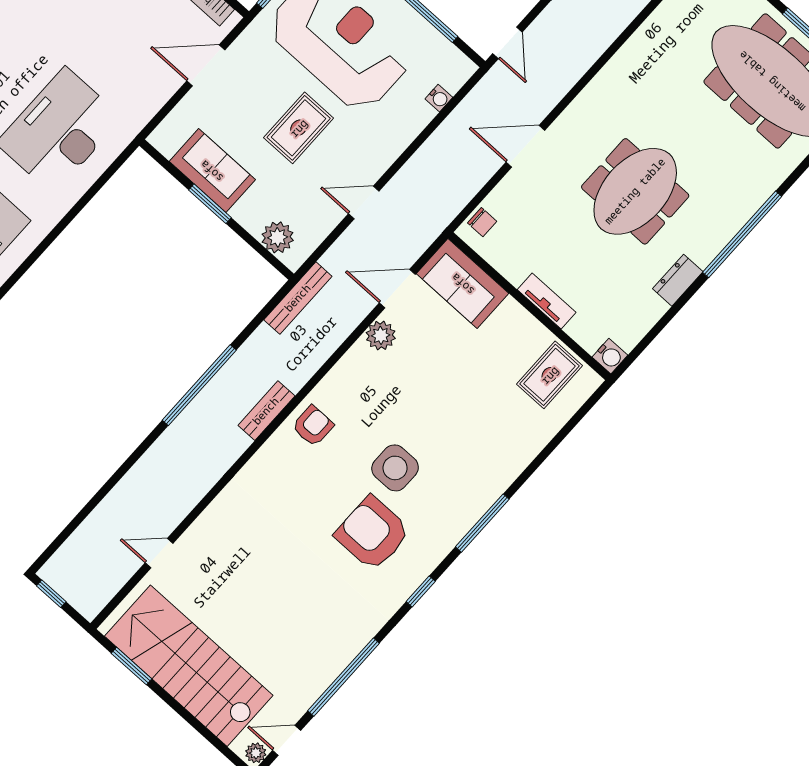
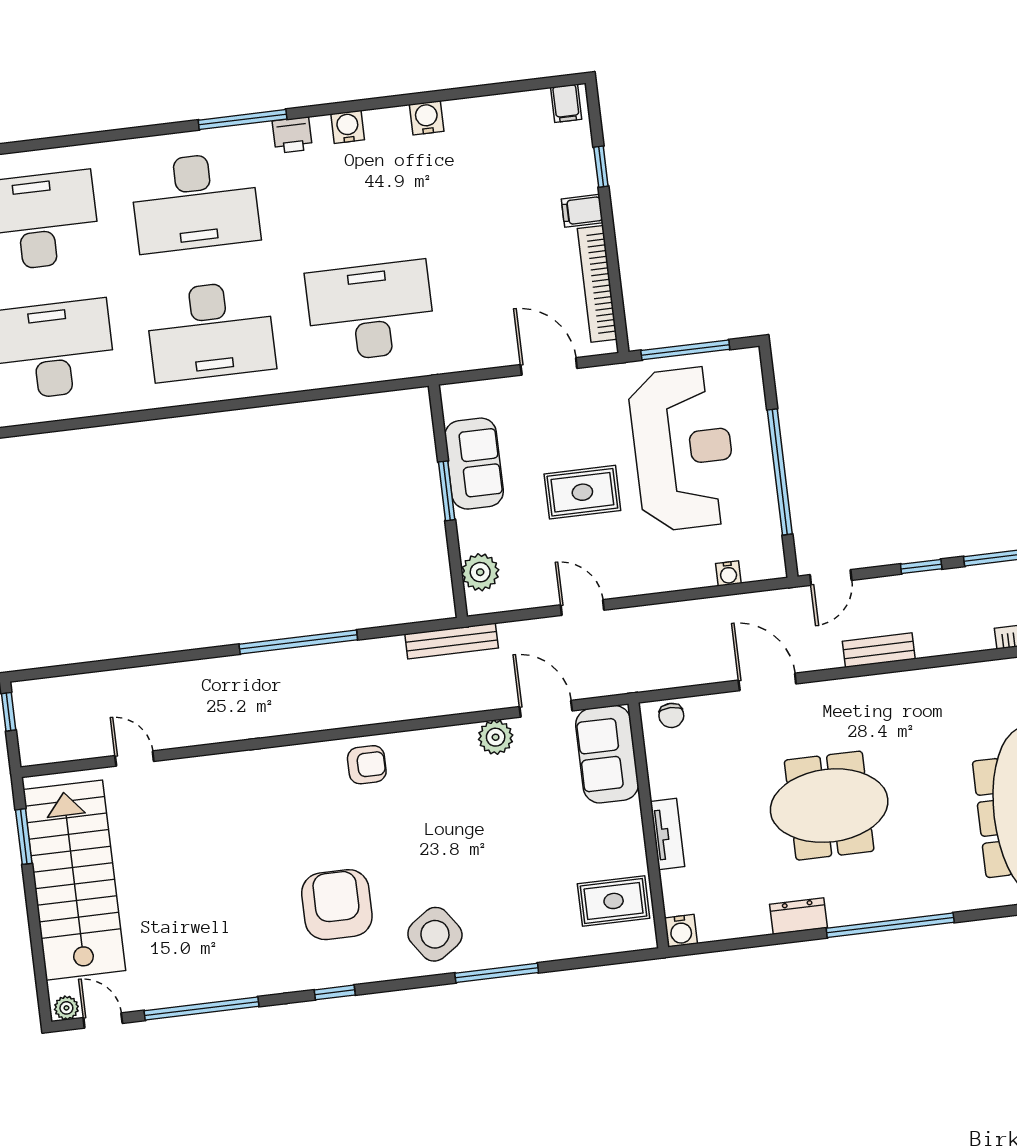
bench: (266, 411) -> (879, 650), moved
side table: (395, 468) -> (435, 934), moved, turned -35
window: (482, 523) -> (497, 973), moved

